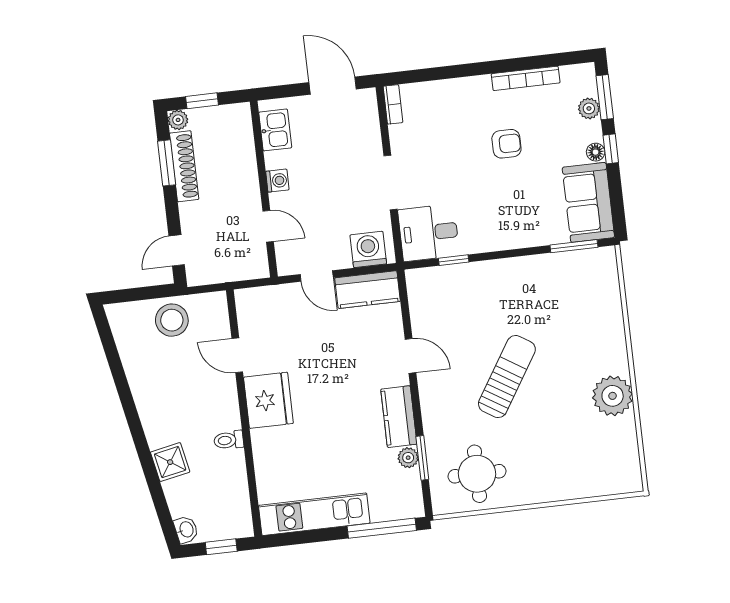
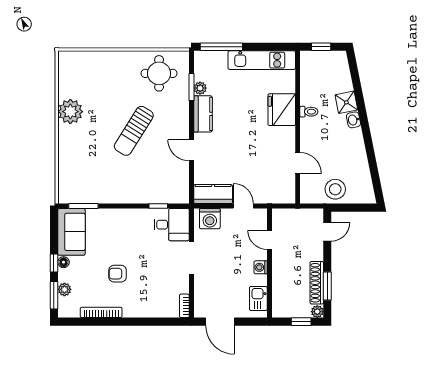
fridge: (268, 400) -> (282, 110), moved
washbasin: (186, 530) -> (353, 120), moved

